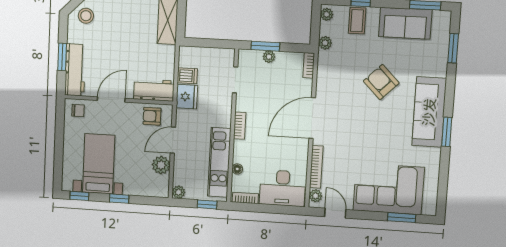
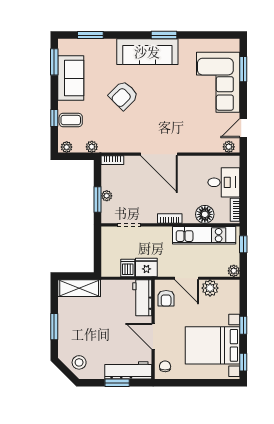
bed with nightstands: (99, 164) -> (212, 345), width x1.36
bookcase: (316, 167) -> (203, 148), removed
floor lamp: (237, 169) -> (205, 214), width x1.89, depth x1.89
desk: (282, 188) -> (224, 182), width x0.73

